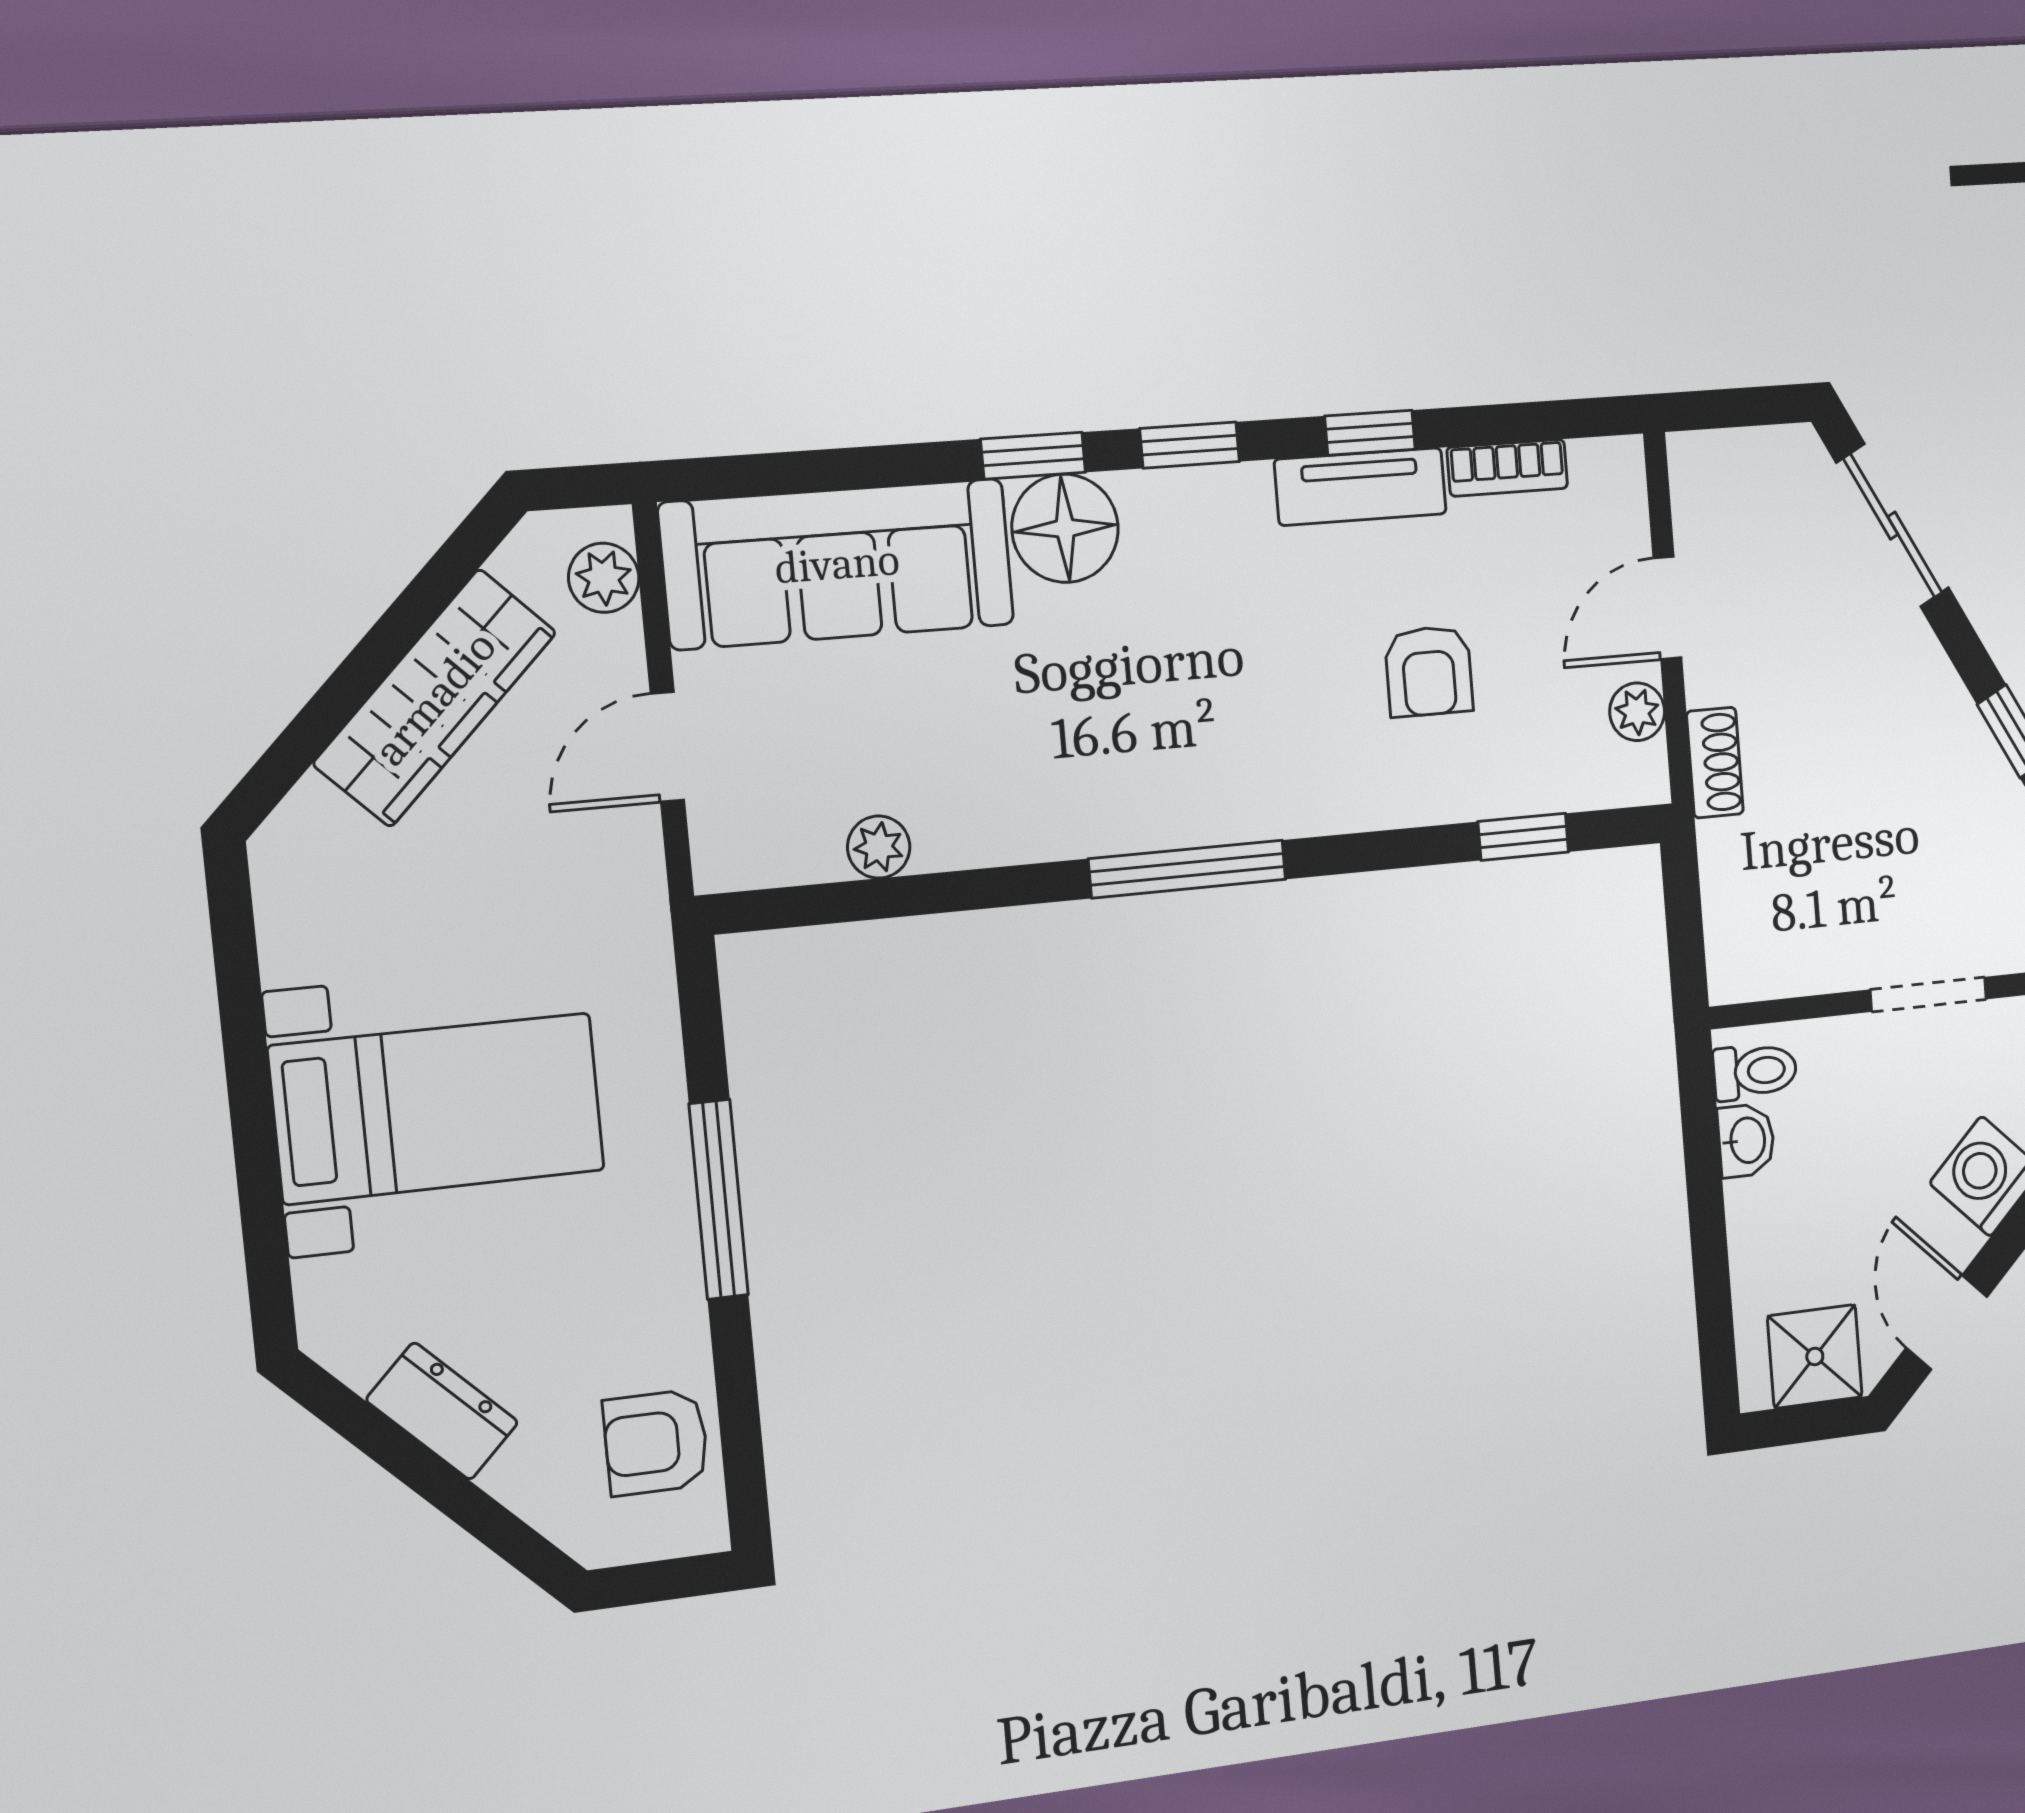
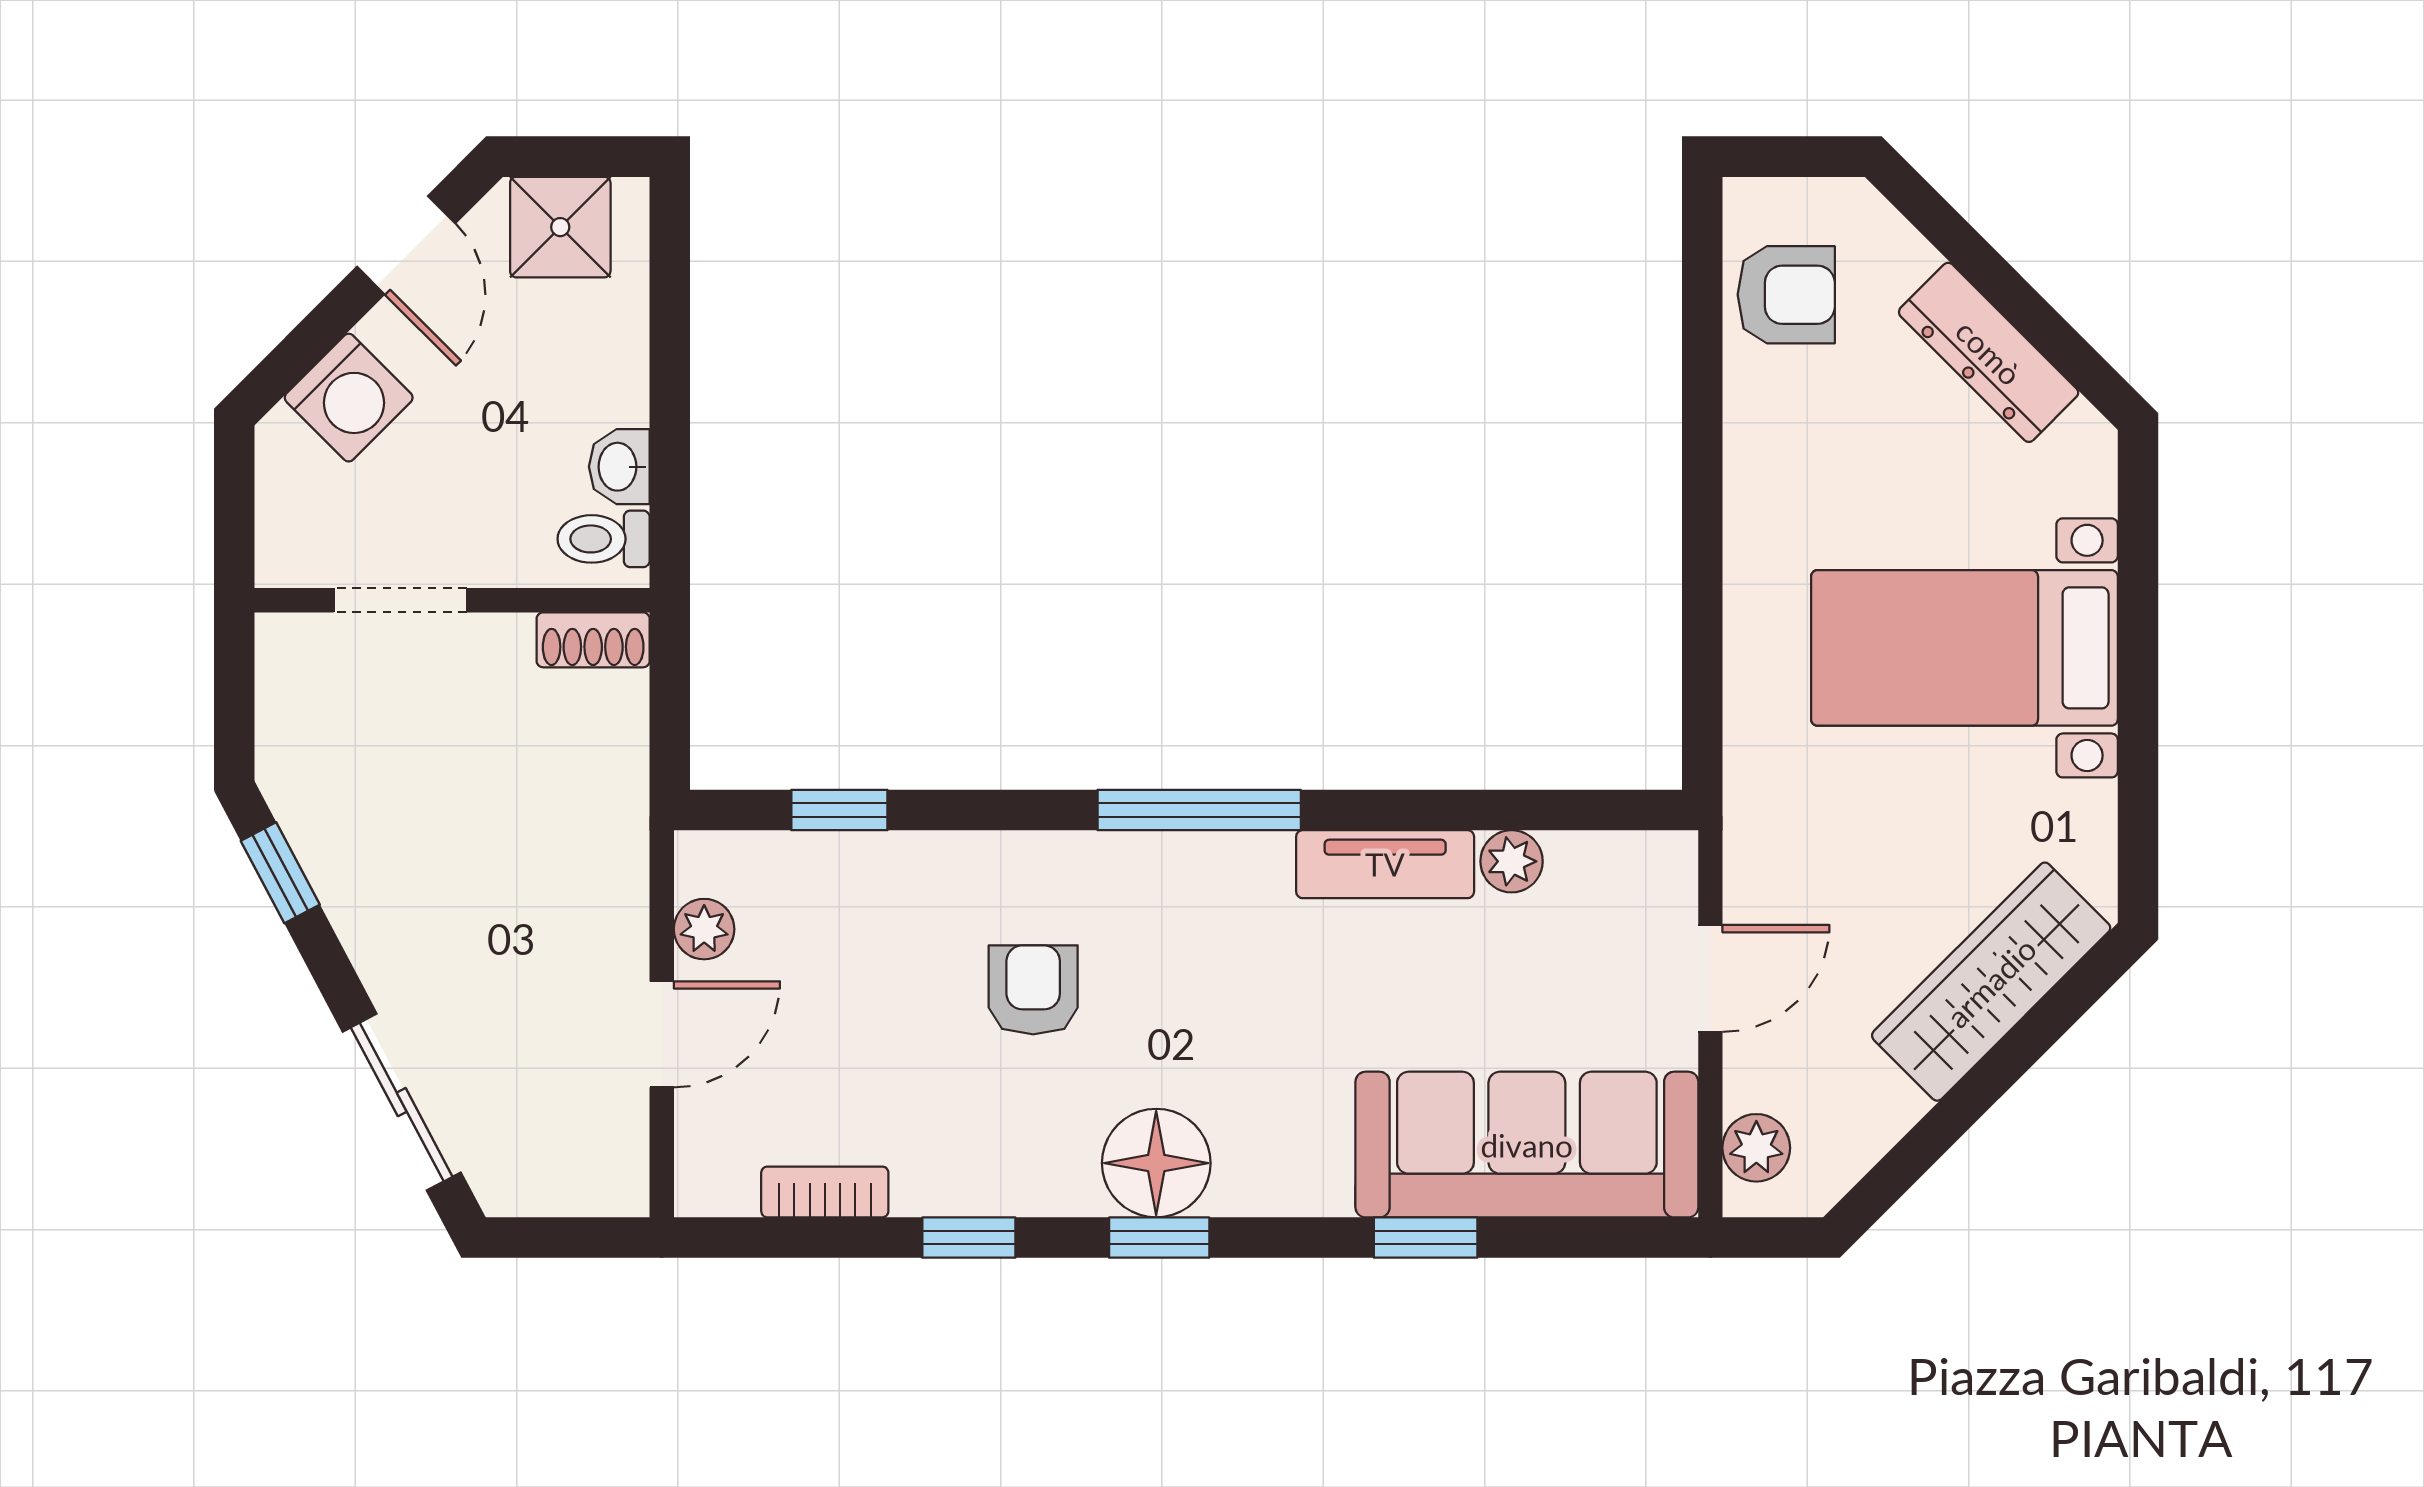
window: (1033, 456) -> (1426, 1238), moved
tv unit: (1360, 487) -> (1385, 864), moved, turned 180
floor lamp: (1065, 528) -> (1156, 1163), moved
armchair: (1429, 671) -> (1033, 990), moved
wardrobe: (435, 698) -> (1991, 982), moved
shoe rack: (1715, 763) -> (593, 640), moved, turned -90
window: (719, 1199) -> (1702, 528), removed
dresser: (442, 1411) -> (1989, 352), width x1.44

